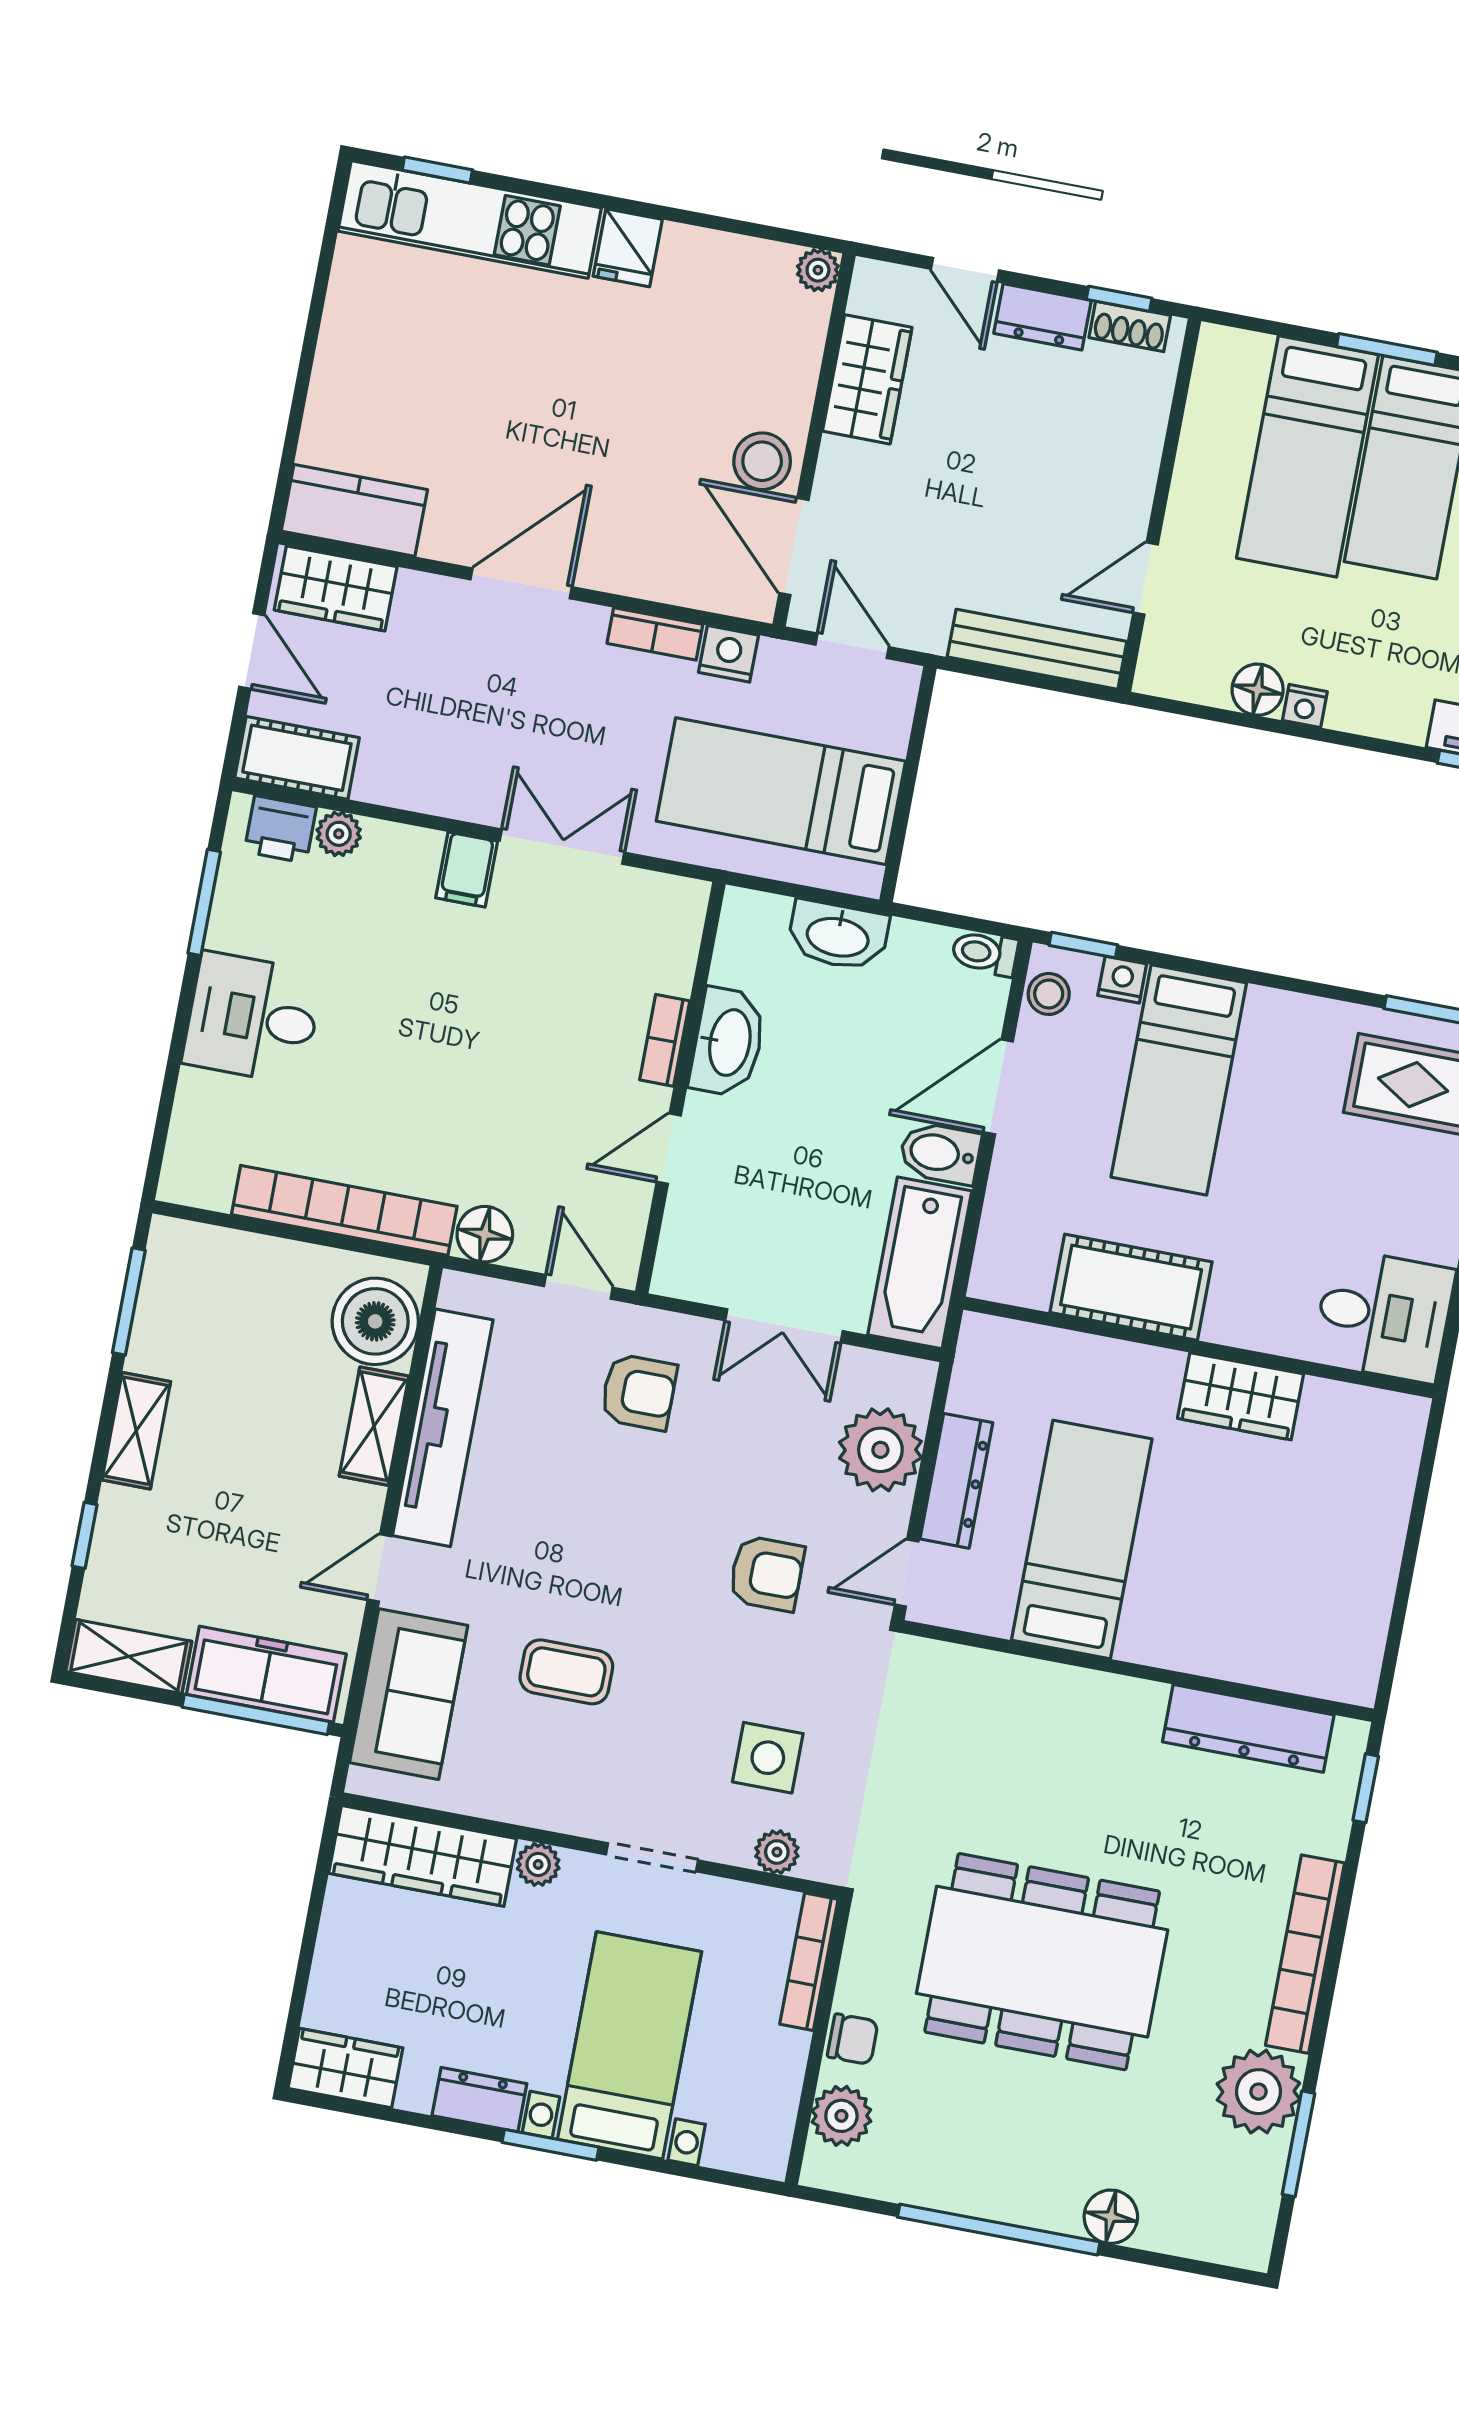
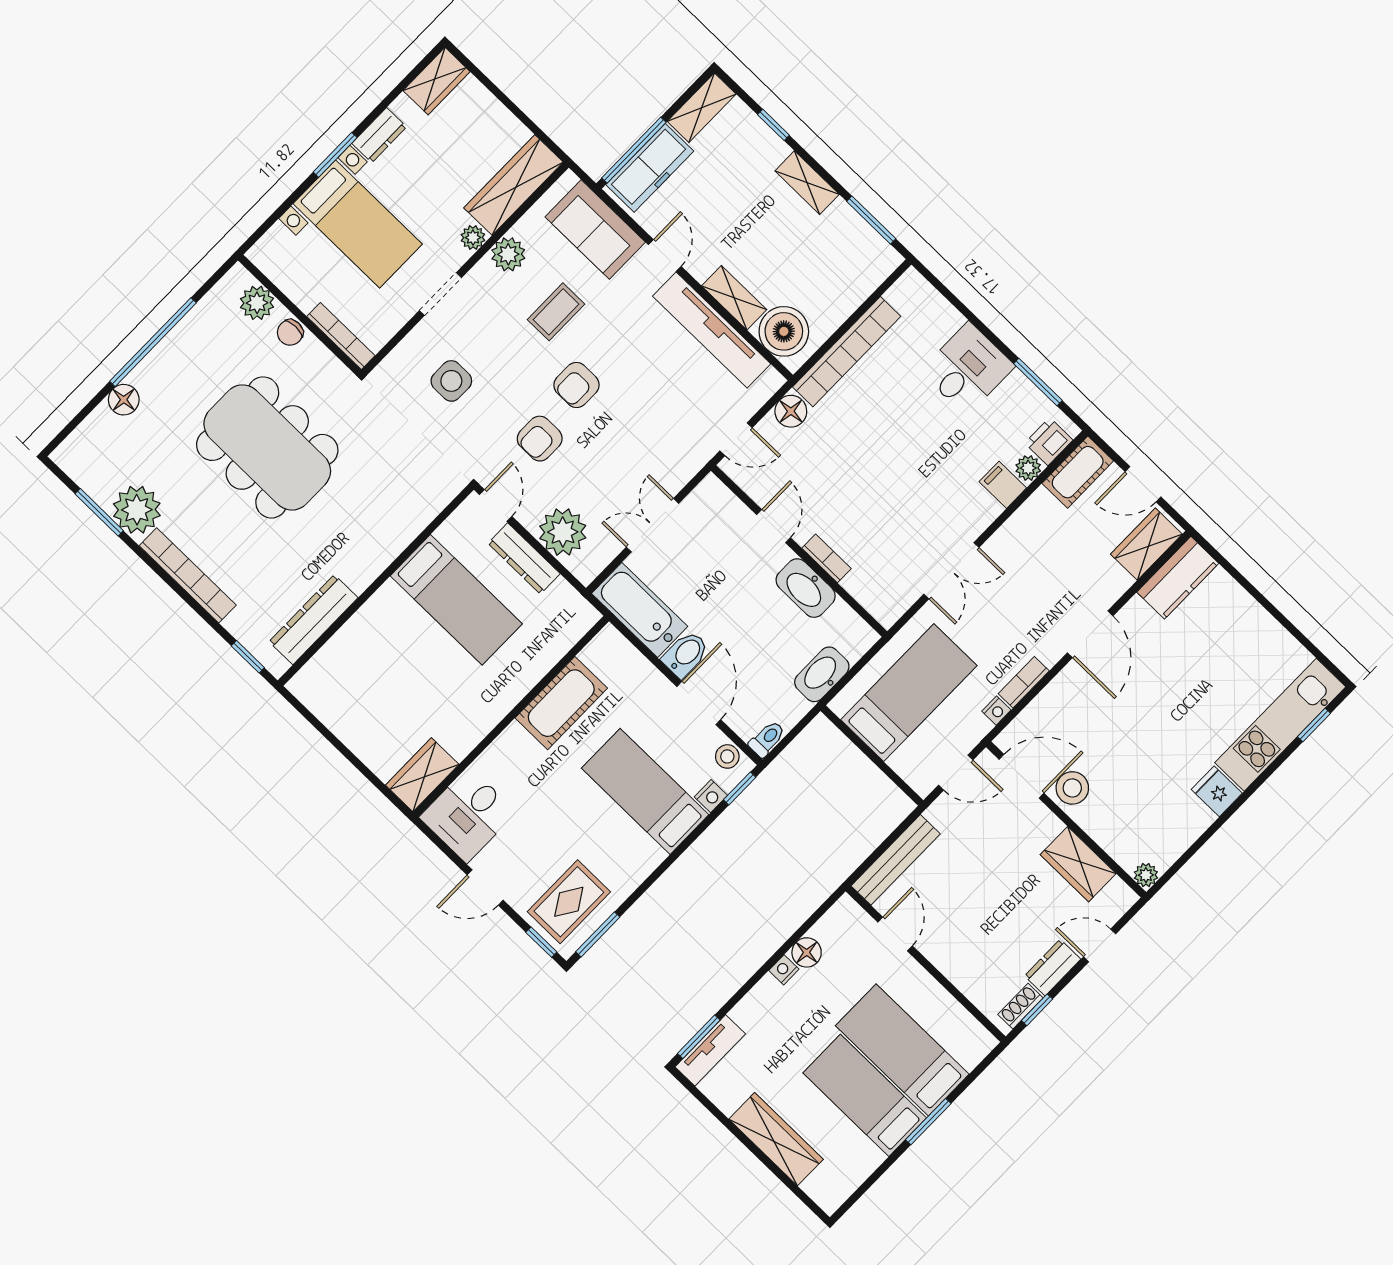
nightstand: (729, 654) -> (996, 711), width x0.72, depth x0.74
filing cabinet: (467, 870) -> (1003, 485), moved
armchair: (639, 1392) -> (576, 385), moved
wardrobe: (1241, 1396) -> (422, 775), moved
plant: (777, 1852) -> (508, 254), moved, width x1.38, depth x1.38
dining table: (1042, 1962) -> (267, 447), turned 90

